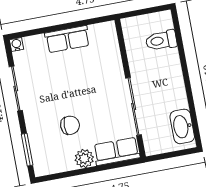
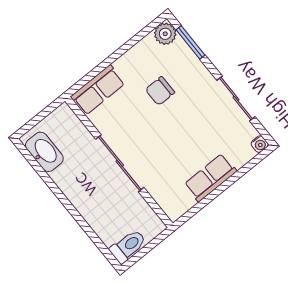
toilet: (161, 40) -> (128, 246), moved
sliding door: (134, 107) -> (120, 163), moved
plant: (84, 159) -> (165, 34), moved

